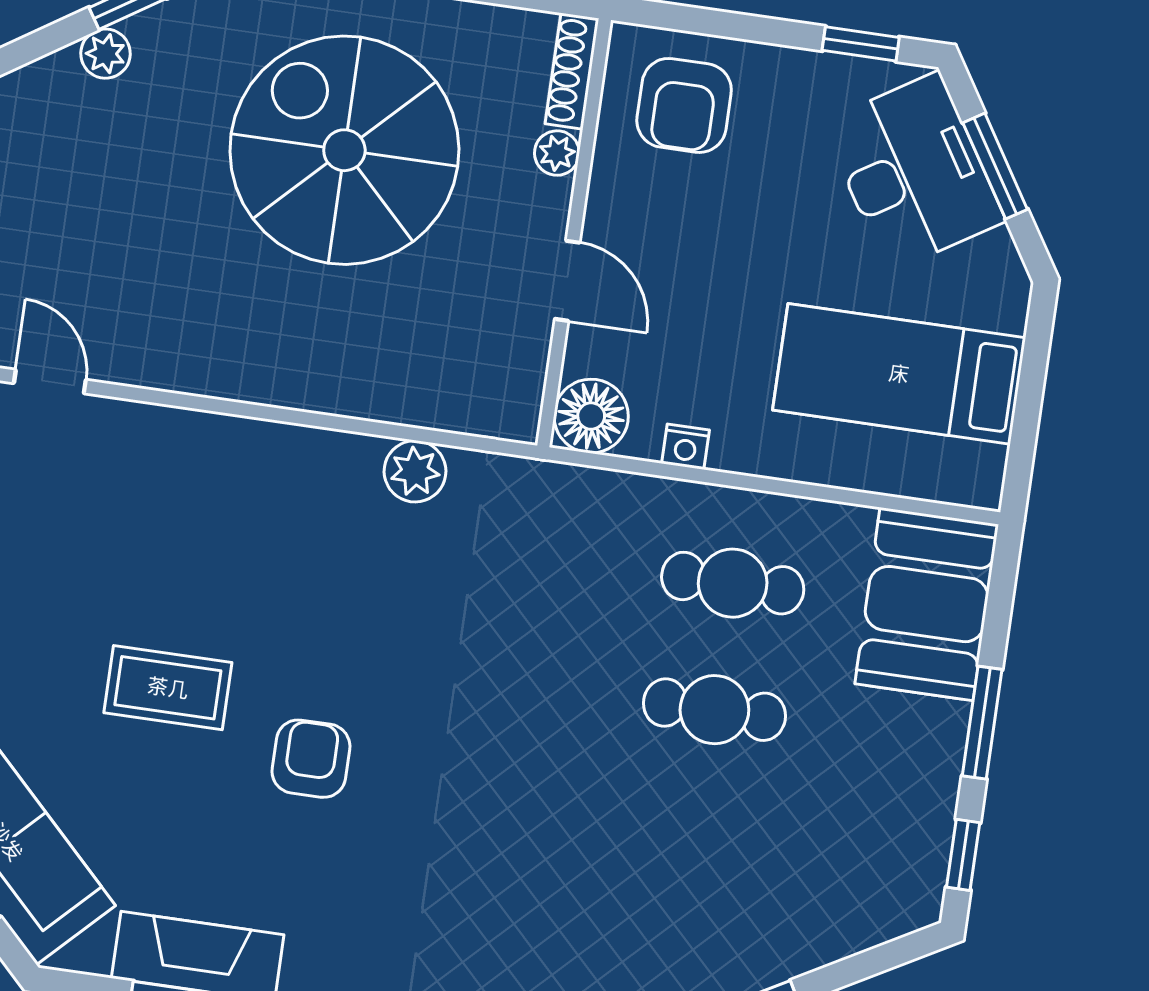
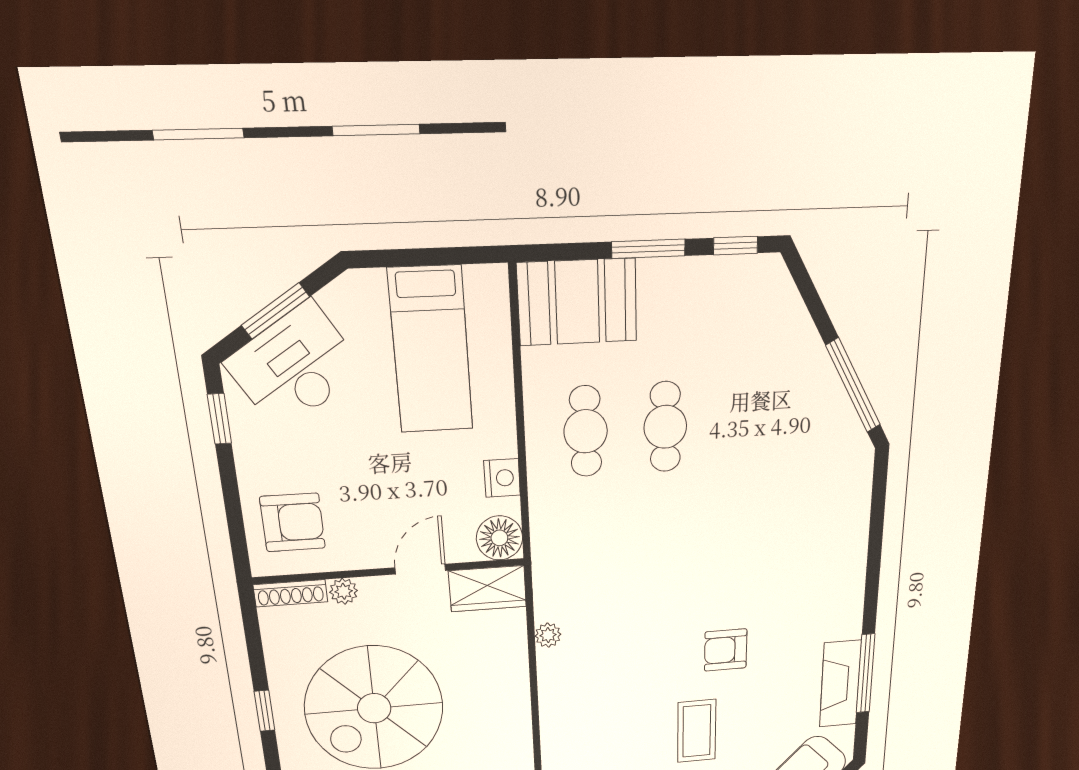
wardrobe: (511, 380) -> (488, 589), added
nightstand: (686, 447) -> (502, 478), width x1.39, depth x1.35
plant: (415, 471) -> (548, 635), width x0.73, depth x0.73

